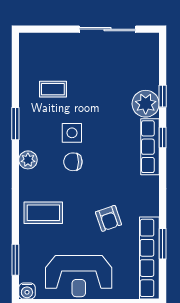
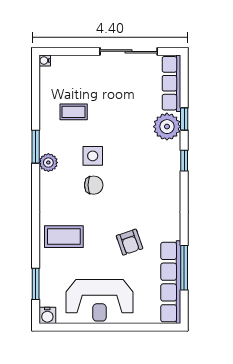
water cooler: (24, 38) -> (45, 61), added
row of seats: (150, 147) -> (171, 83), moved
plant: (28, 160) -> (48, 163), moved
chair: (73, 162) -> (94, 185), turned 180
window: (163, 244) -> (184, 268), width x1.44

